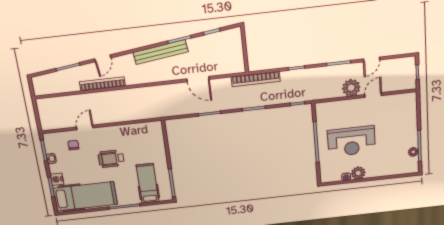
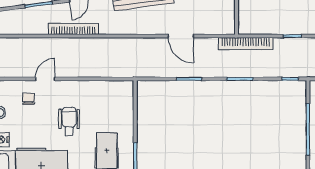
wheelchair: (111, 159) -> (69, 121), turned 90

